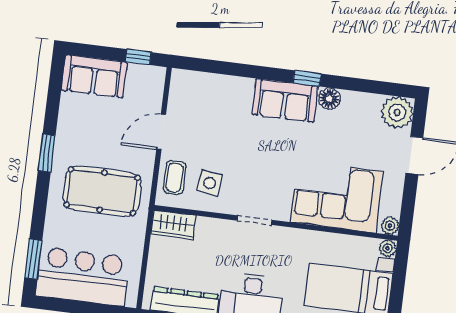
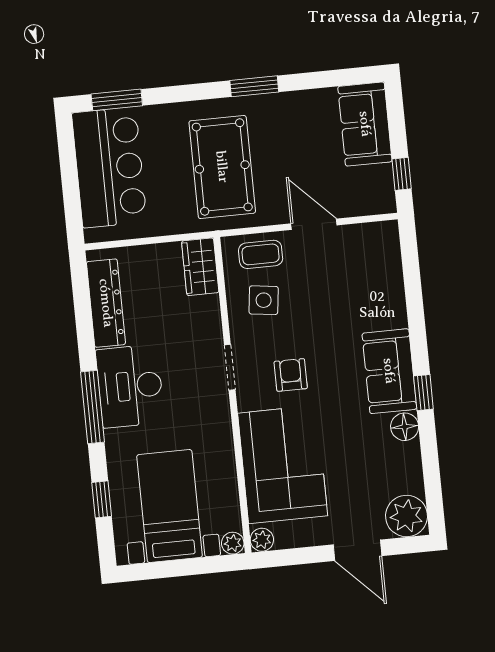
armchair: (271, 176) -> (291, 375), added

